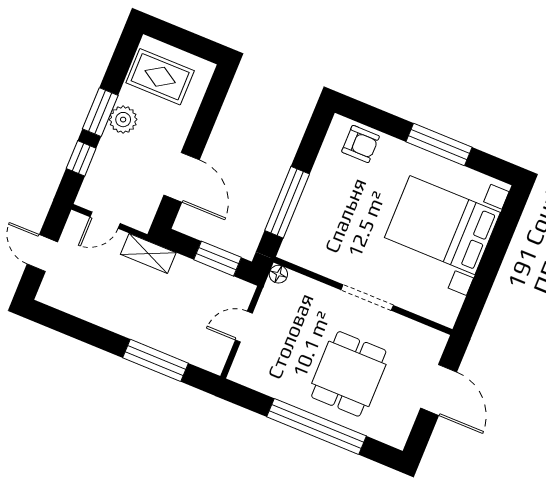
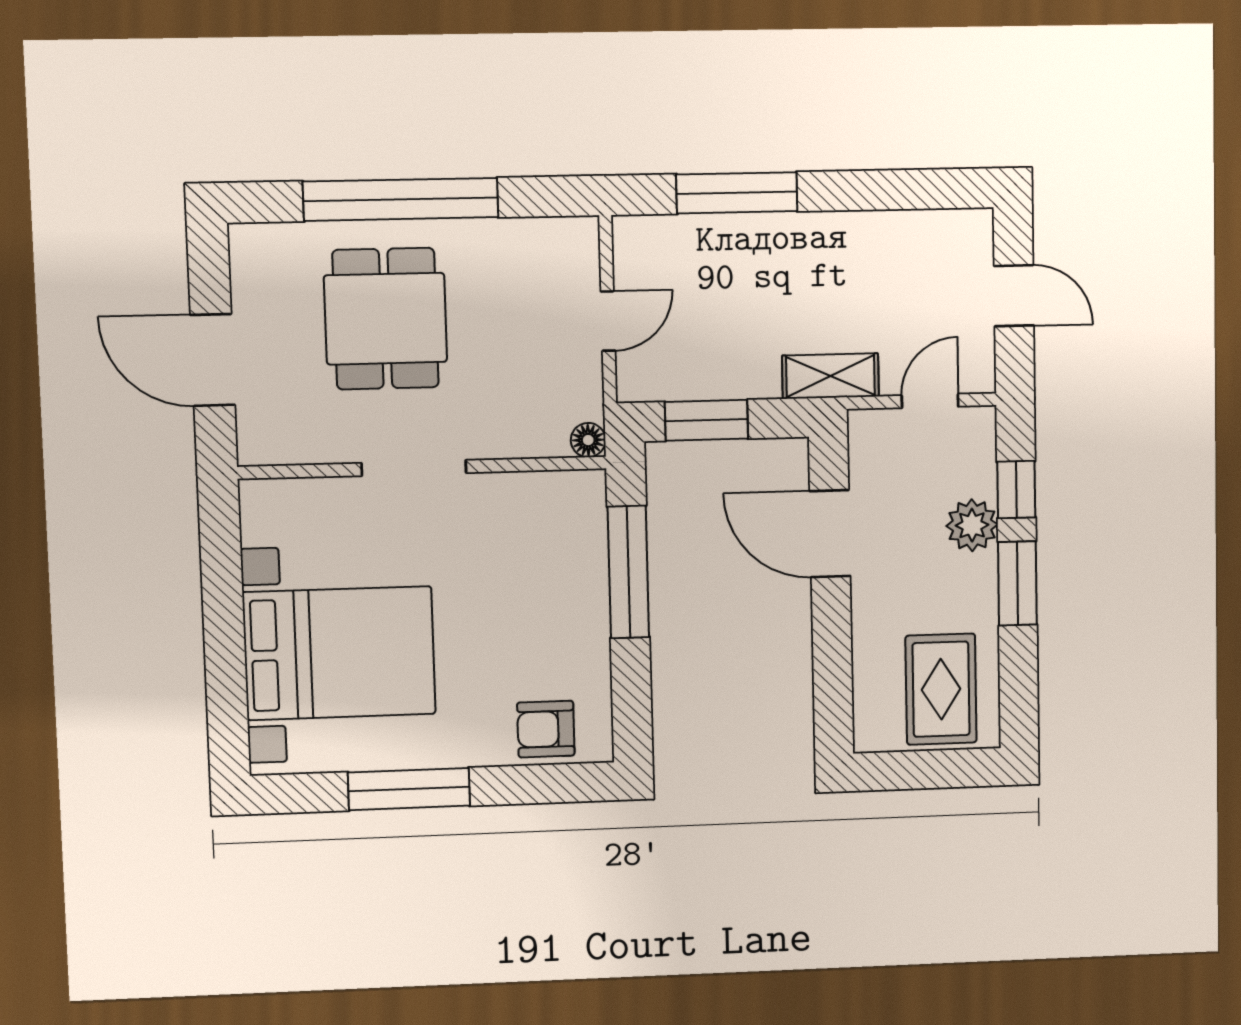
rug: (160, 77) -> (941, 689), turned 90
plant: (123, 120) -> (972, 525), moved

